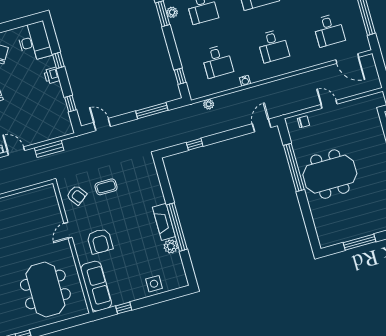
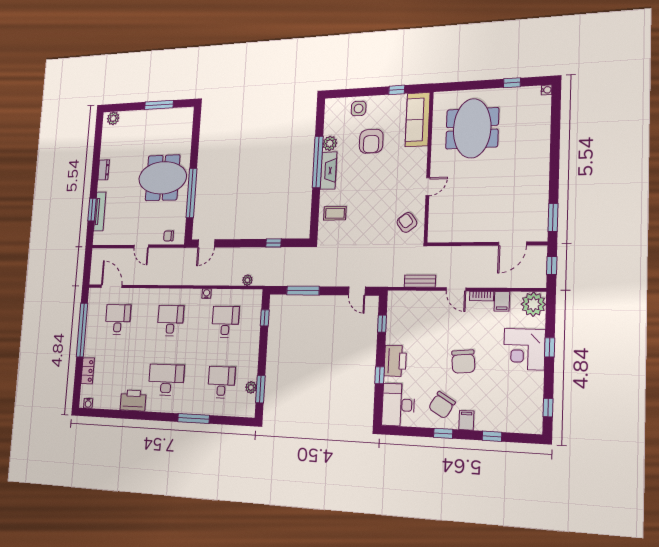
printer: (52, 76) -> (395, 361), width x1.87, depth x1.48
coffee table: (106, 187) -> (335, 213), moved
armchair: (100, 241) -> (371, 141), moved, turned 180

